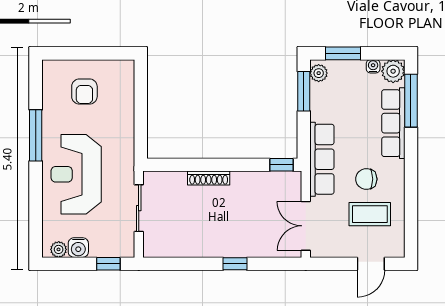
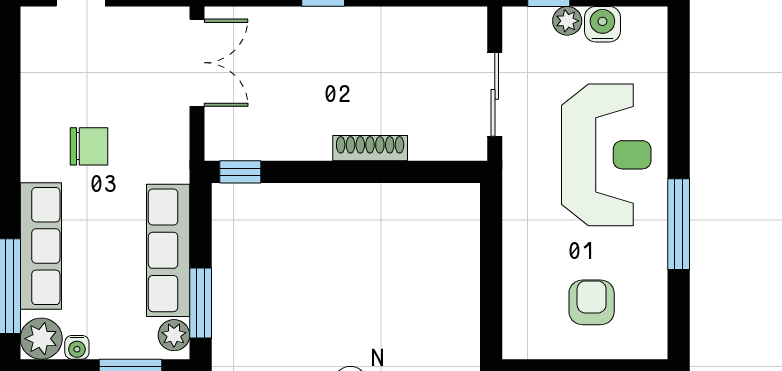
row of seats: (322, 159) -> (168, 250), moved
coffee table: (370, 214) -> (83, 84), removed
plant: (59, 249) -> (567, 21), moved

